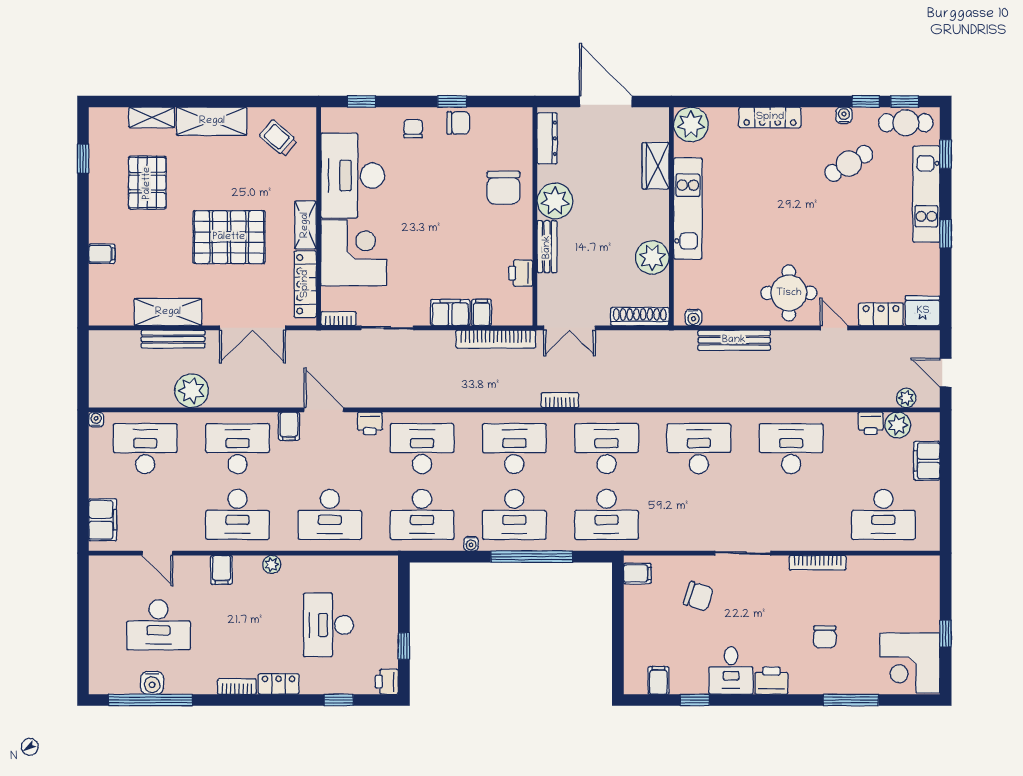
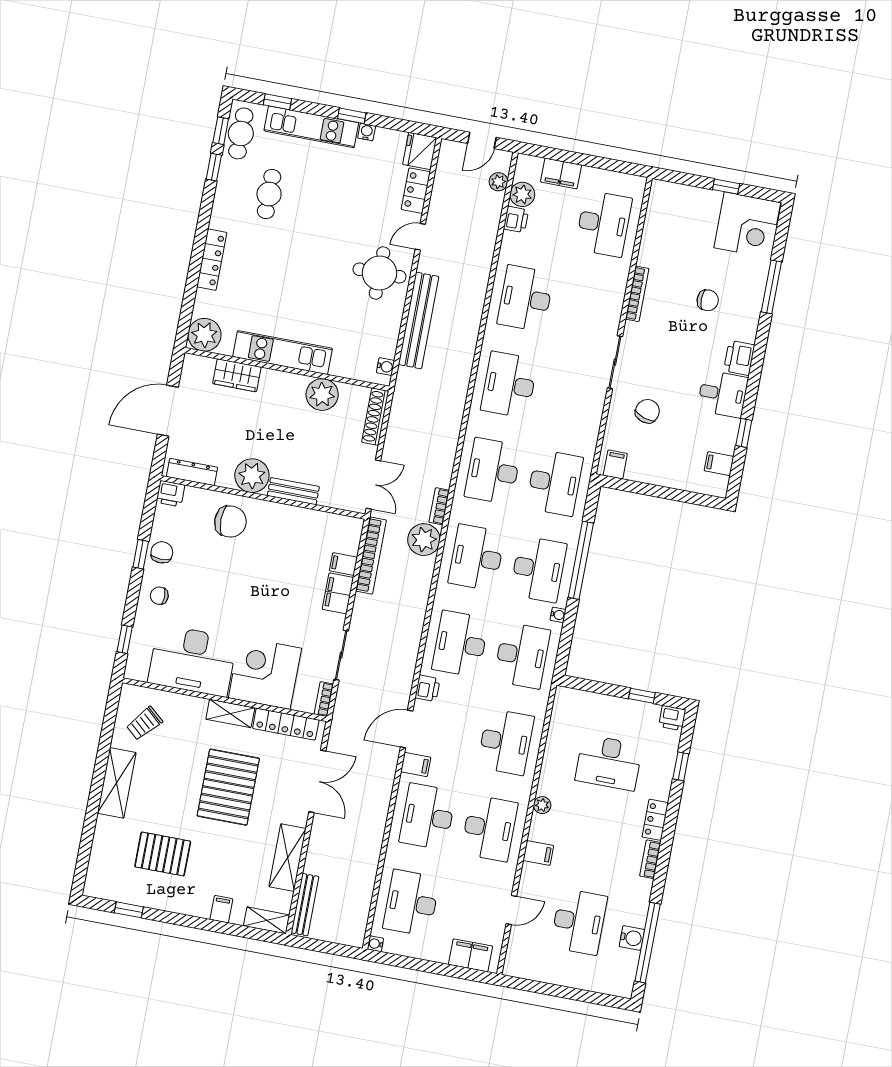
water cooler: (844, 115) -> (367, 132), moved, turned 90
shelving: (152, 117) -> (267, 920), moved, turned 90
cafe table: (849, 164) -> (269, 194), turned 31
printer: (521, 273) -> (170, 494), moved
bench: (173, 339) -> (305, 905), moved
bench: (734, 340) -> (419, 320), width x1.37, depth x1.21
plant: (192, 391) -> (424, 540), moved

